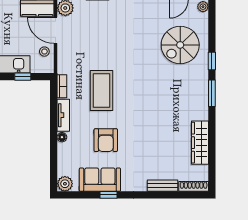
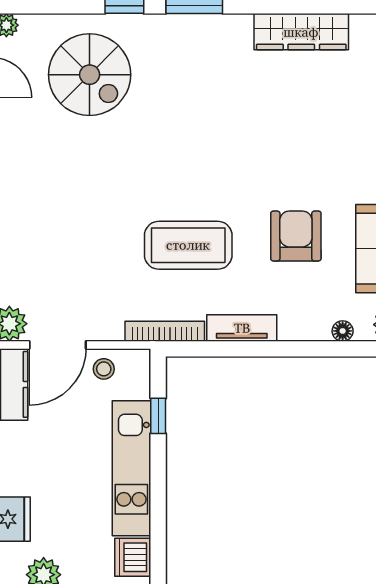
bookcase: (62, 86) -> (165, 331), width x1.56
floor lamp: (62, 137) -> (343, 331), moved
armchair: (106, 140) -> (296, 236), turned -90

